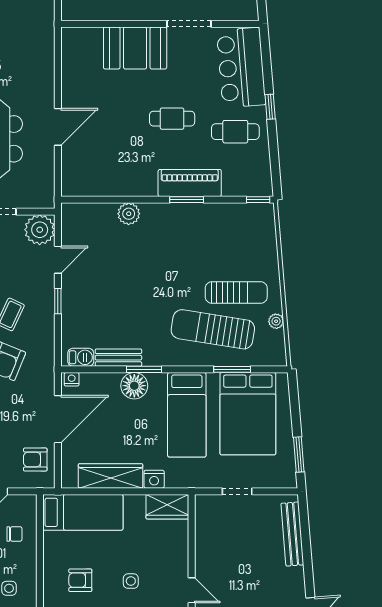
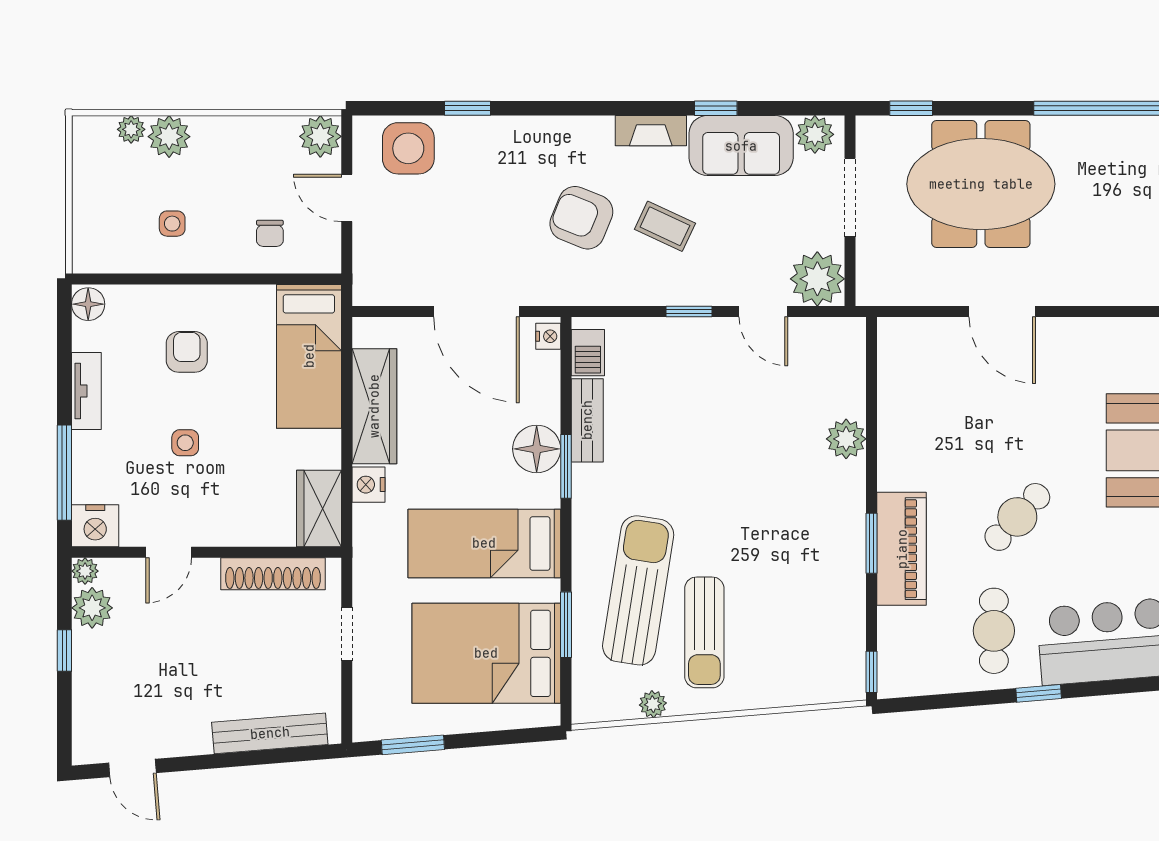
cafe table: (172, 119) -> (1017, 517), turned 43
armchair: (35, 460) -> (404, 271), removed
shoe rack: (204, 532) -> (273, 574), added

